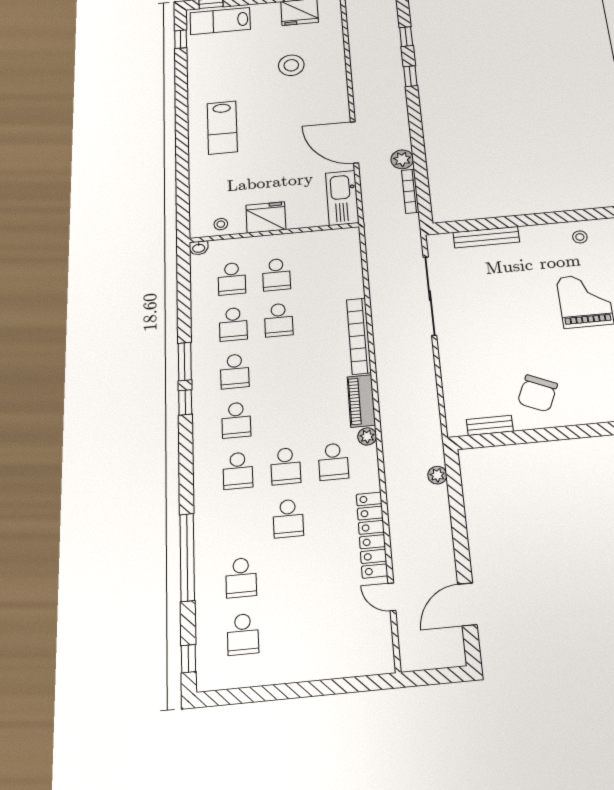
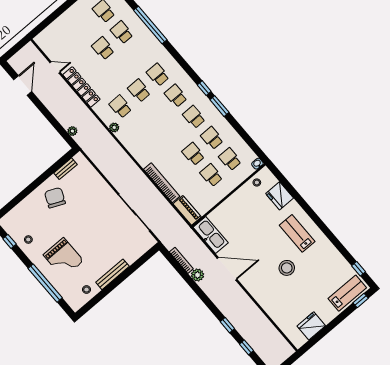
stool: (291, 65) -> (287, 268), moved
fridge: (266, 217) -> (280, 196), moved, turned 90
bench: (486, 237) -> (113, 274), moved
bookcase: (359, 336) -> (162, 183), moved
piano: (361, 401) -> (187, 210), moved
school desk: (288, 518) -> (103, 48), moved

